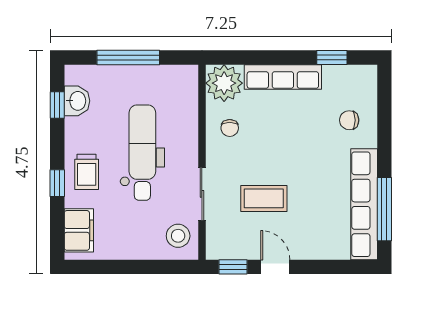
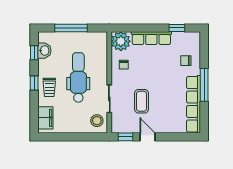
window: (57, 183) -> (34, 83), moved
coffee table: (264, 198) -> (141, 101), turned 90
window: (384, 209) -> (204, 85), moved

